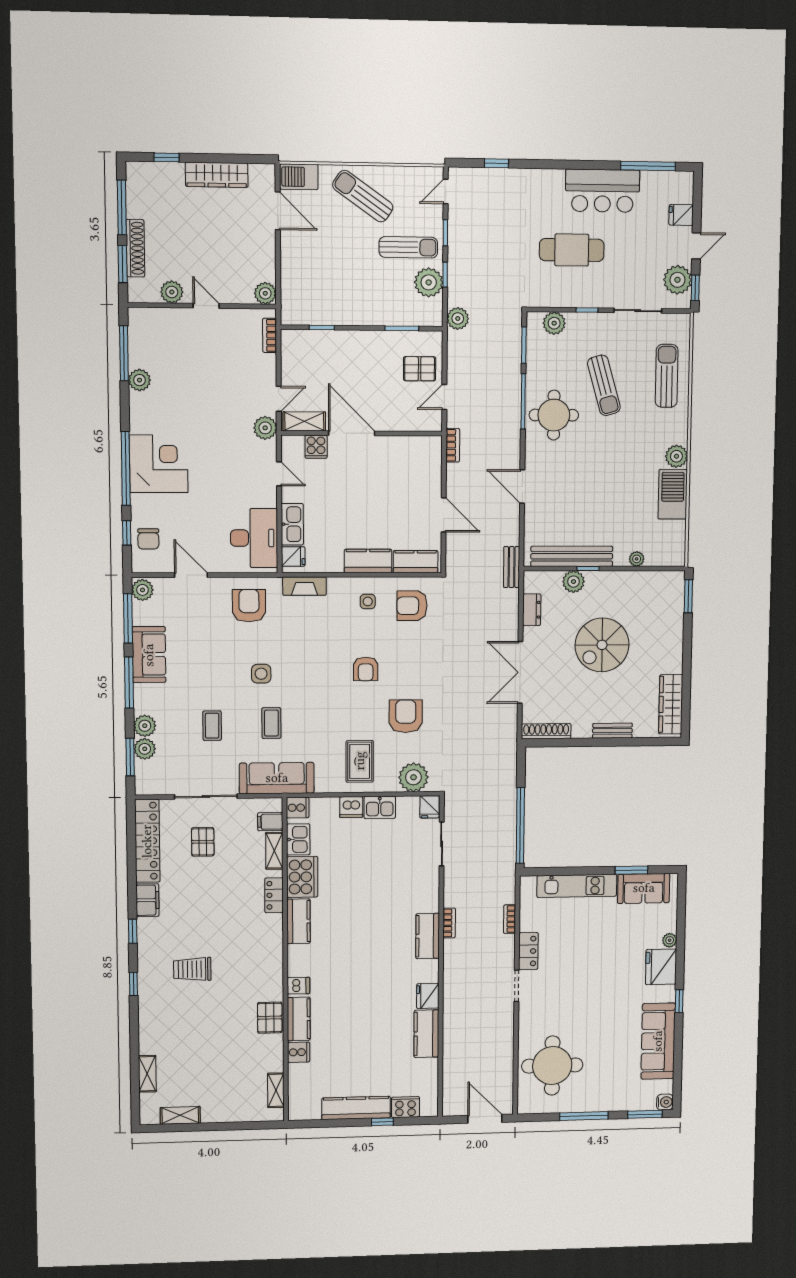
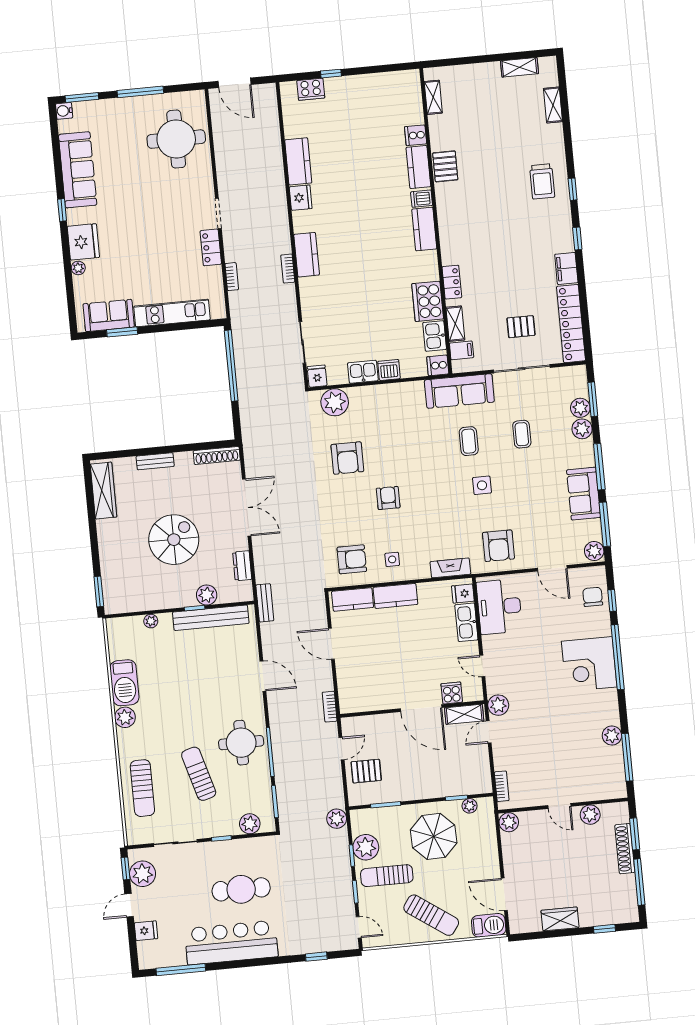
wardrobe: (217, 175) -> (560, 919), width x0.67
door: (446, 191) -> (359, 927), hinge flipped
bar counter: (603, 191) -> (231, 943), width x1.36
parasol: (352, 286) -> (434, 836), added
plant: (308, 317) -> (470, 806), added
rug: (360, 761) -> (385, 413), removed
pallet: (203, 842) -> (521, 327), turned 90
kitchen counter: (299, 921) -> (424, 229), moved
trolley: (192, 969) -> (542, 181), moved, turned 90
kitchen counter: (356, 1108) -> (357, 85), removed

